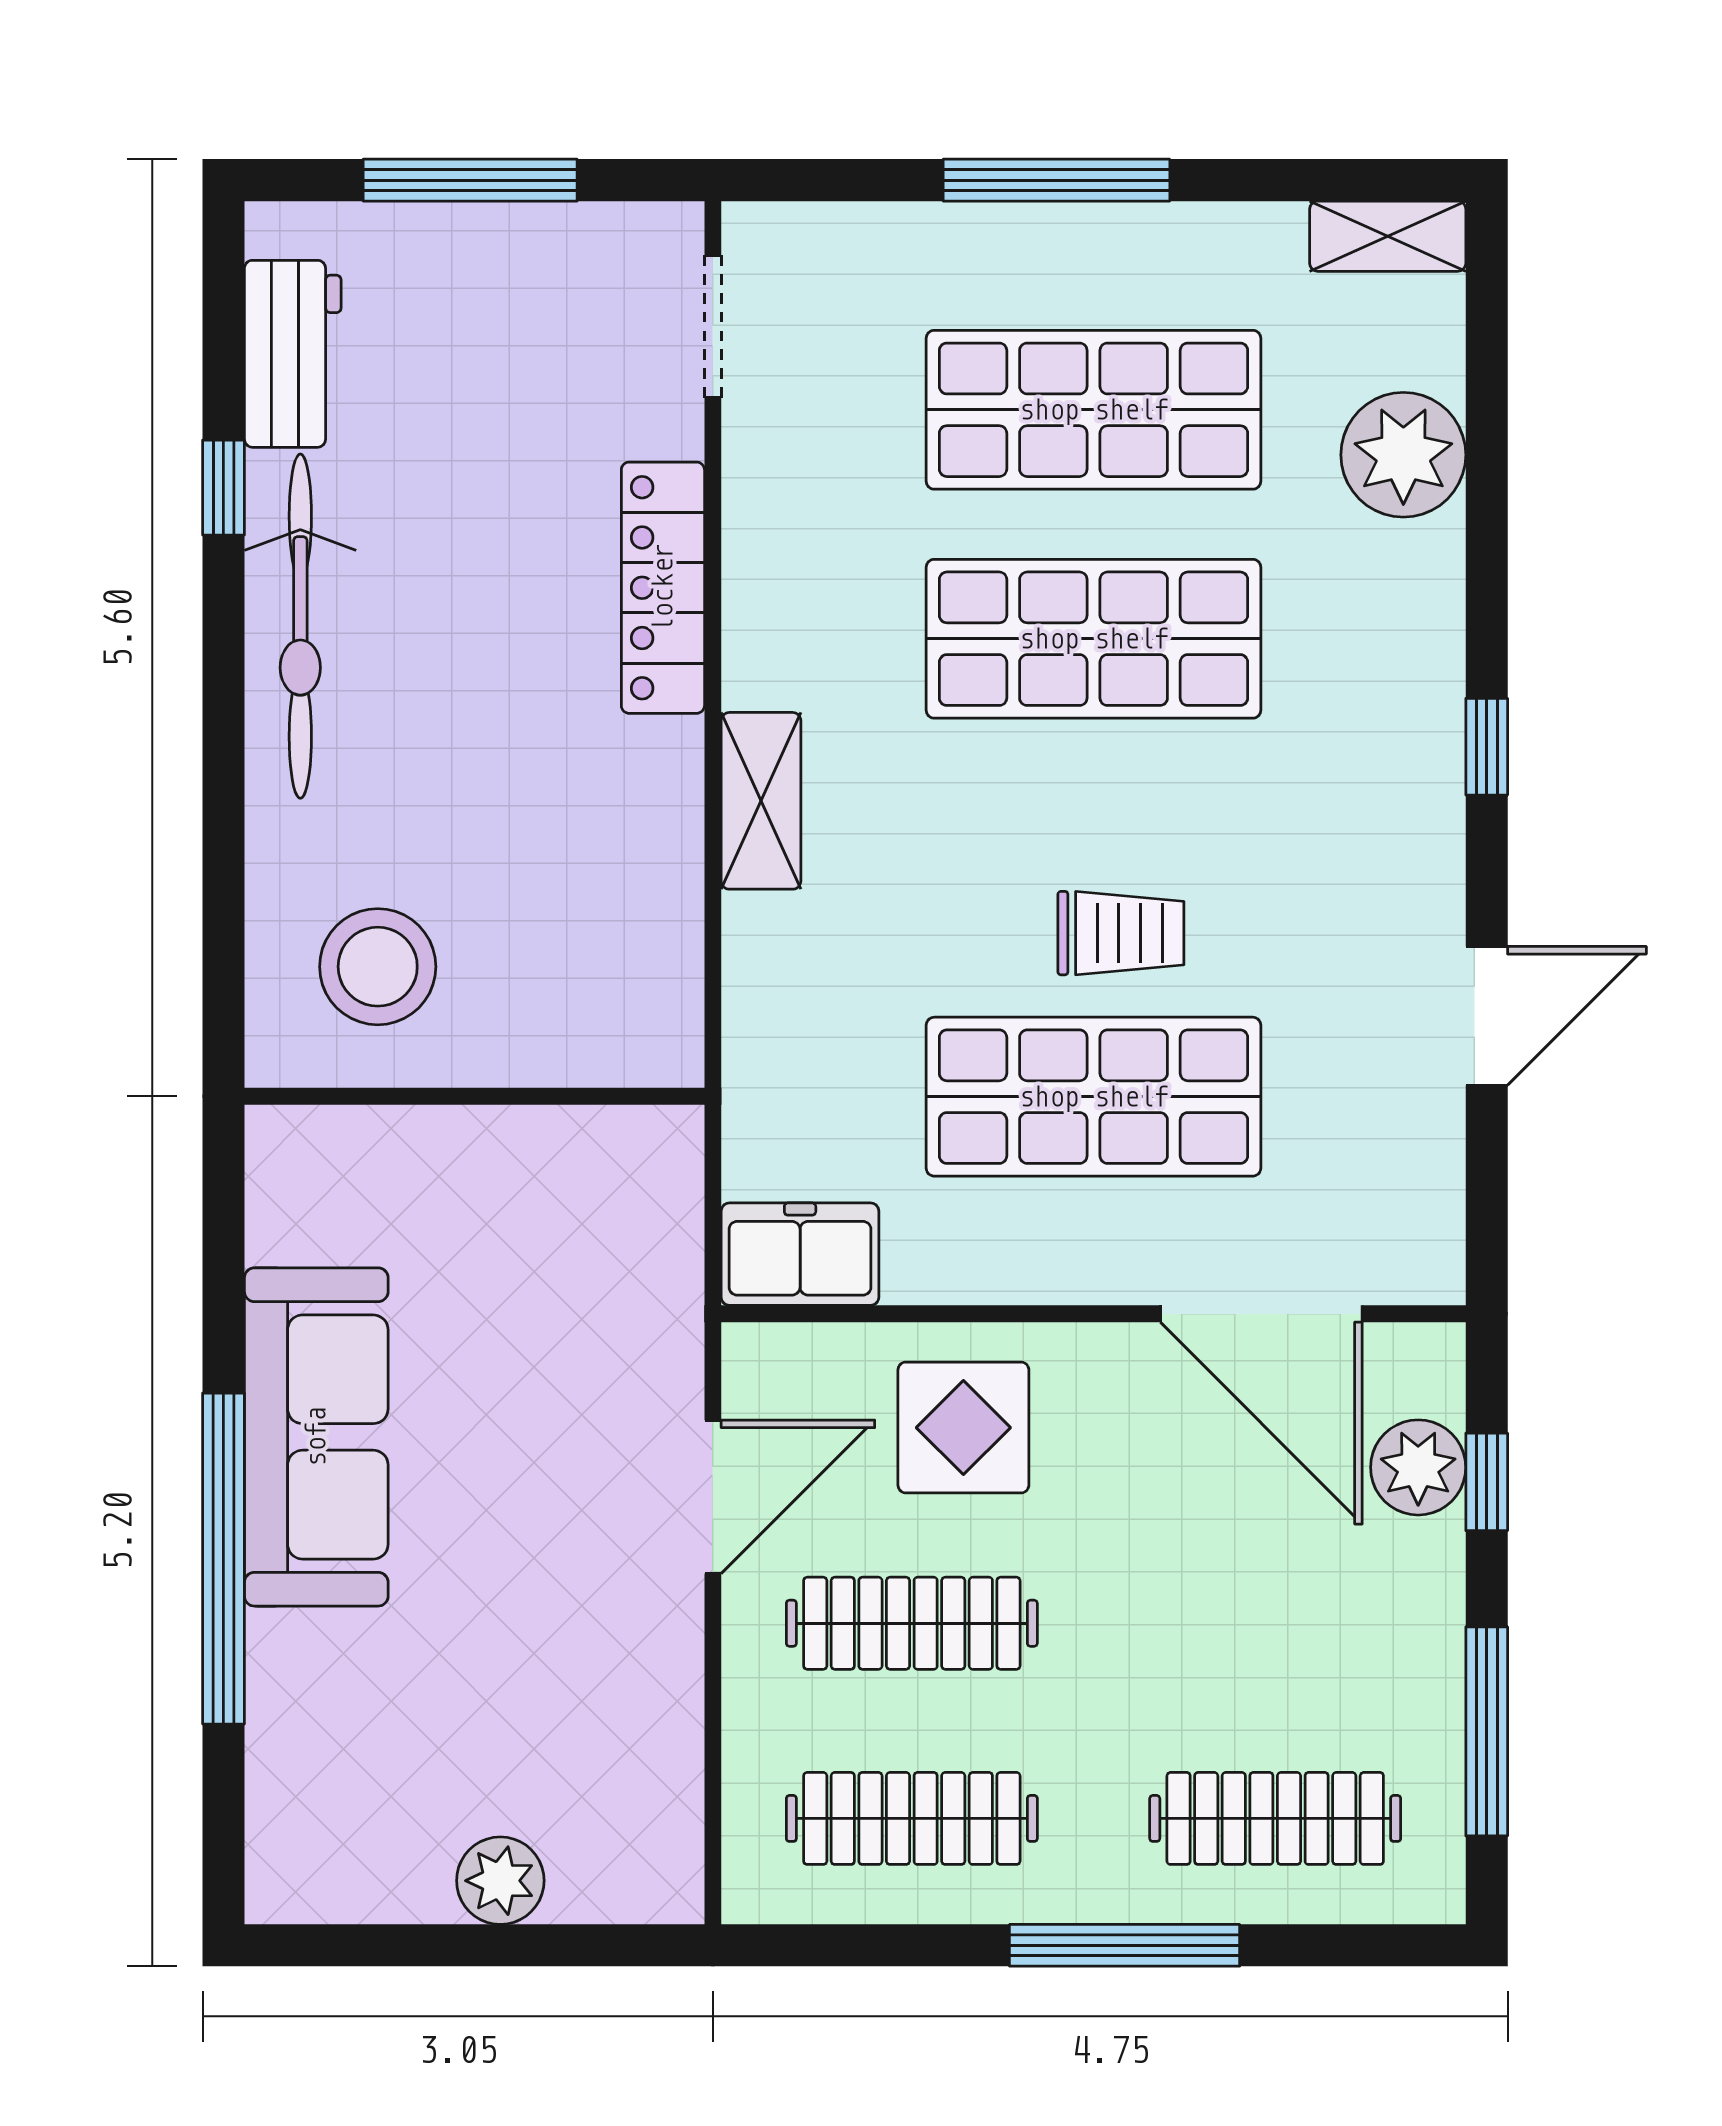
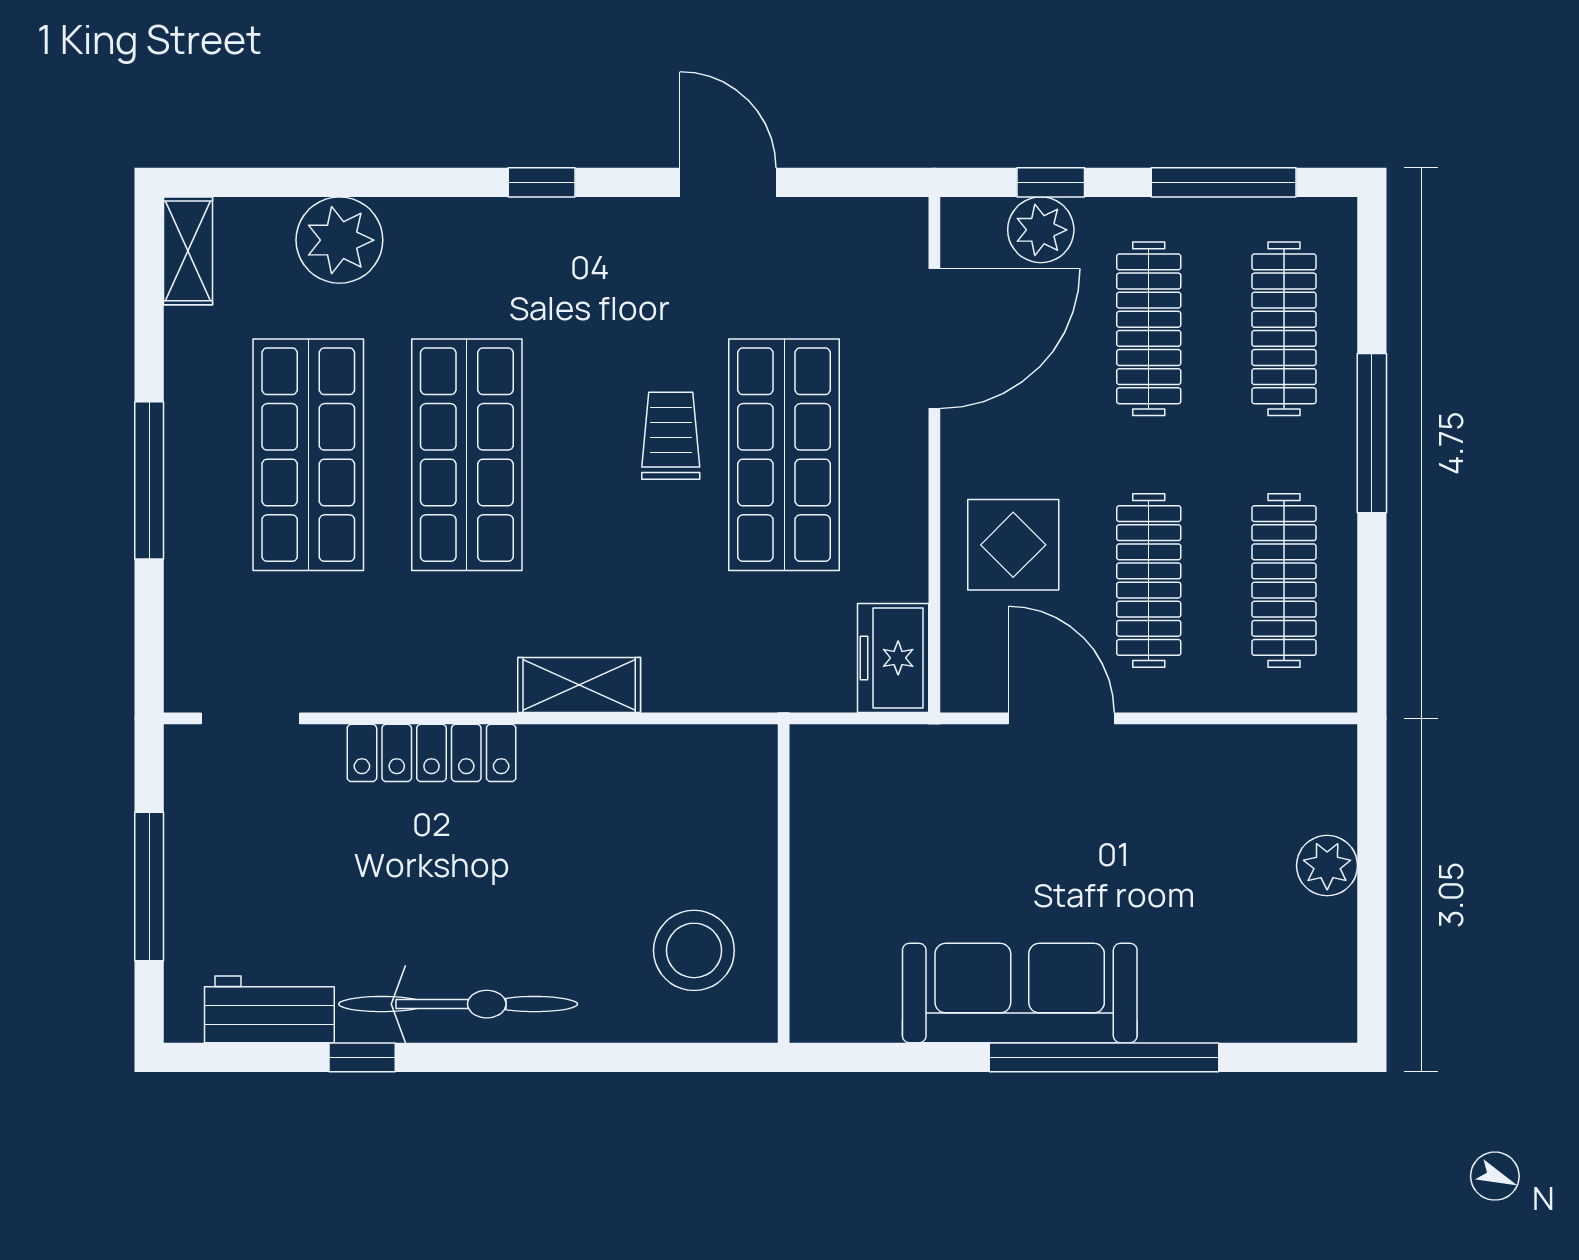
clothes rail: (1275, 1623) -> (1149, 329), added

